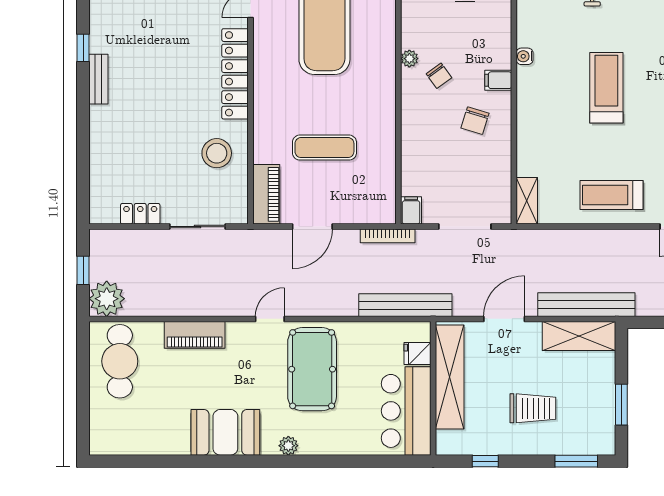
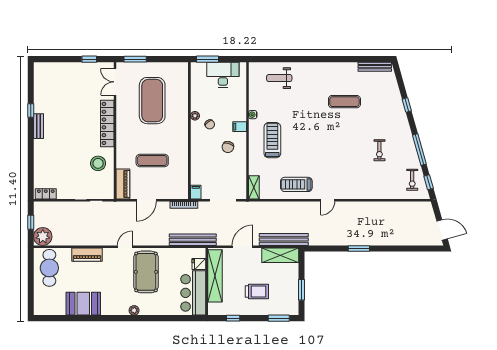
treadmill: (606, 88) -> (272, 140), moved
locker: (140, 214) -> (46, 194), moved
booth: (225, 432) -> (83, 304), moved

